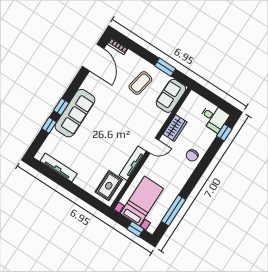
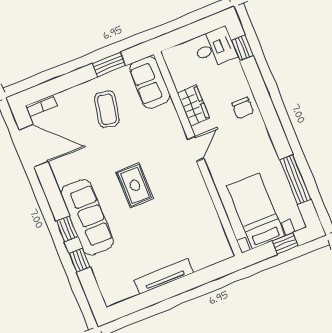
tv unit: (133, 163) -> (200, 189), removed
tv unit: (59, 168) -> (164, 276), moved
rug: (109, 186) -> (135, 185), moved

